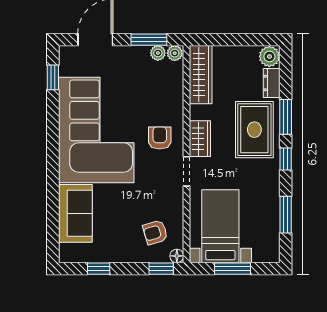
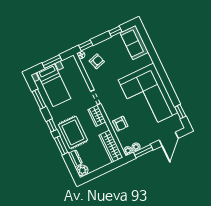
armchair: (160, 138) -> (120, 124), moved
sofa: (75, 213) -> (134, 42), moved
bed with nightstands: (220, 226) -> (54, 85), moved

